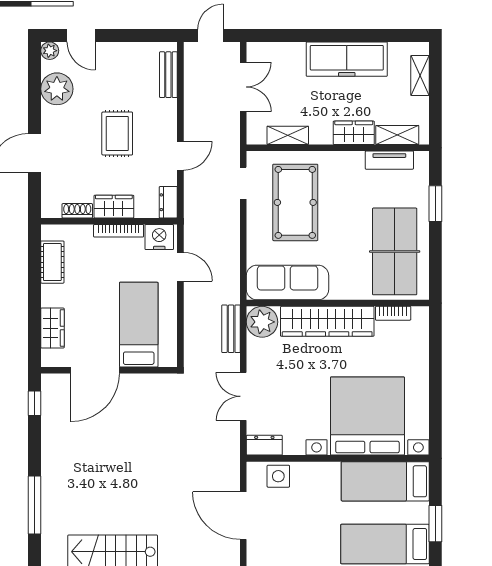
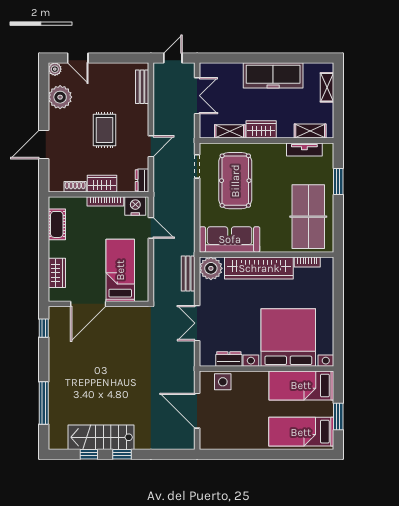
wardrobe: (354, 133) -> (261, 129), moved
dresser: (264, 445) -> (229, 359), moved

